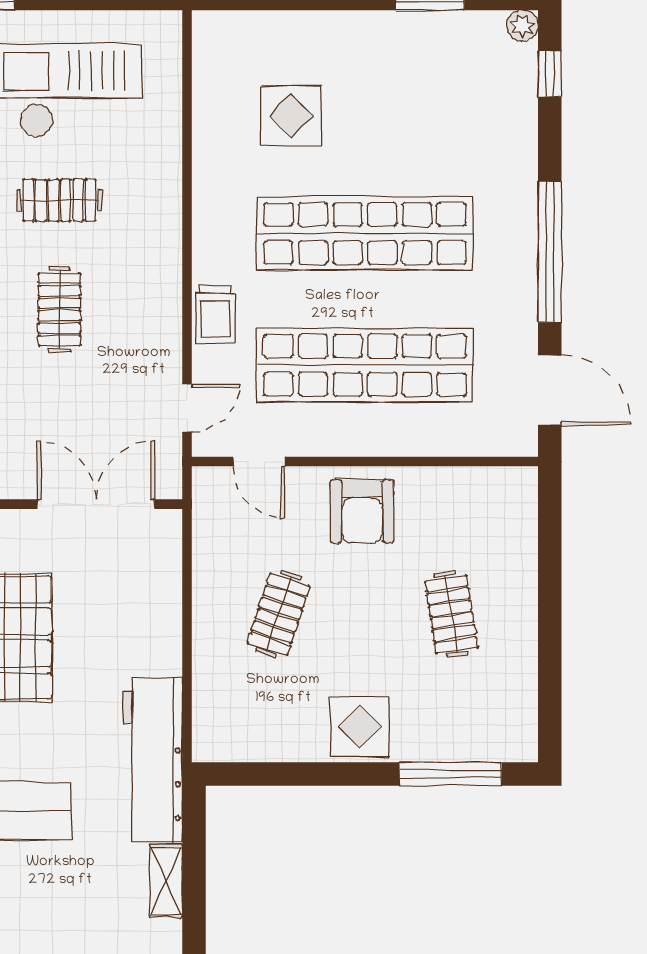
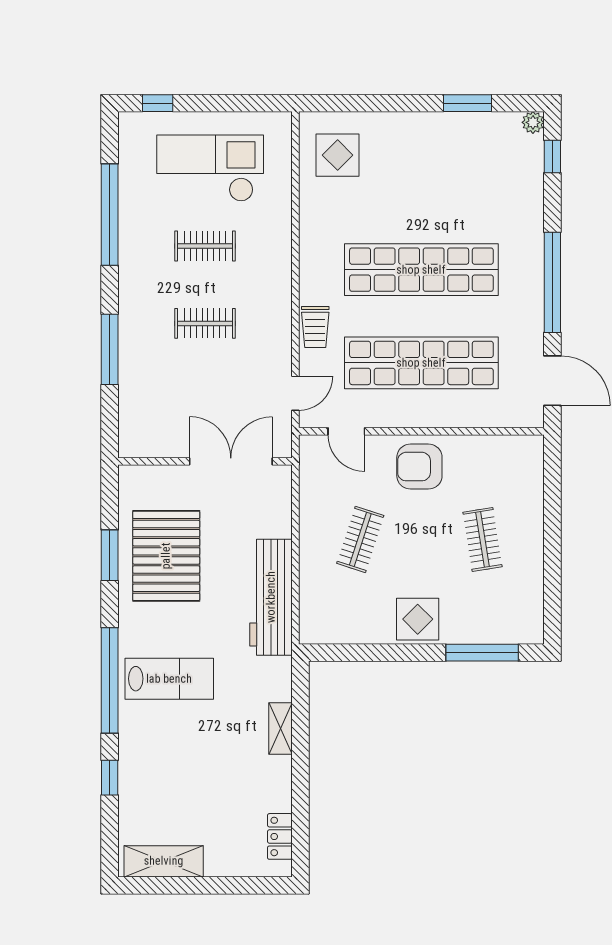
display table: (291, 116) -> (338, 155), moved
clothes rail: (59, 309) -> (205, 323), turned 90
armchair: (362, 511) -> (419, 467), turned 90
workbench: (153, 760) -> (271, 597), moved

